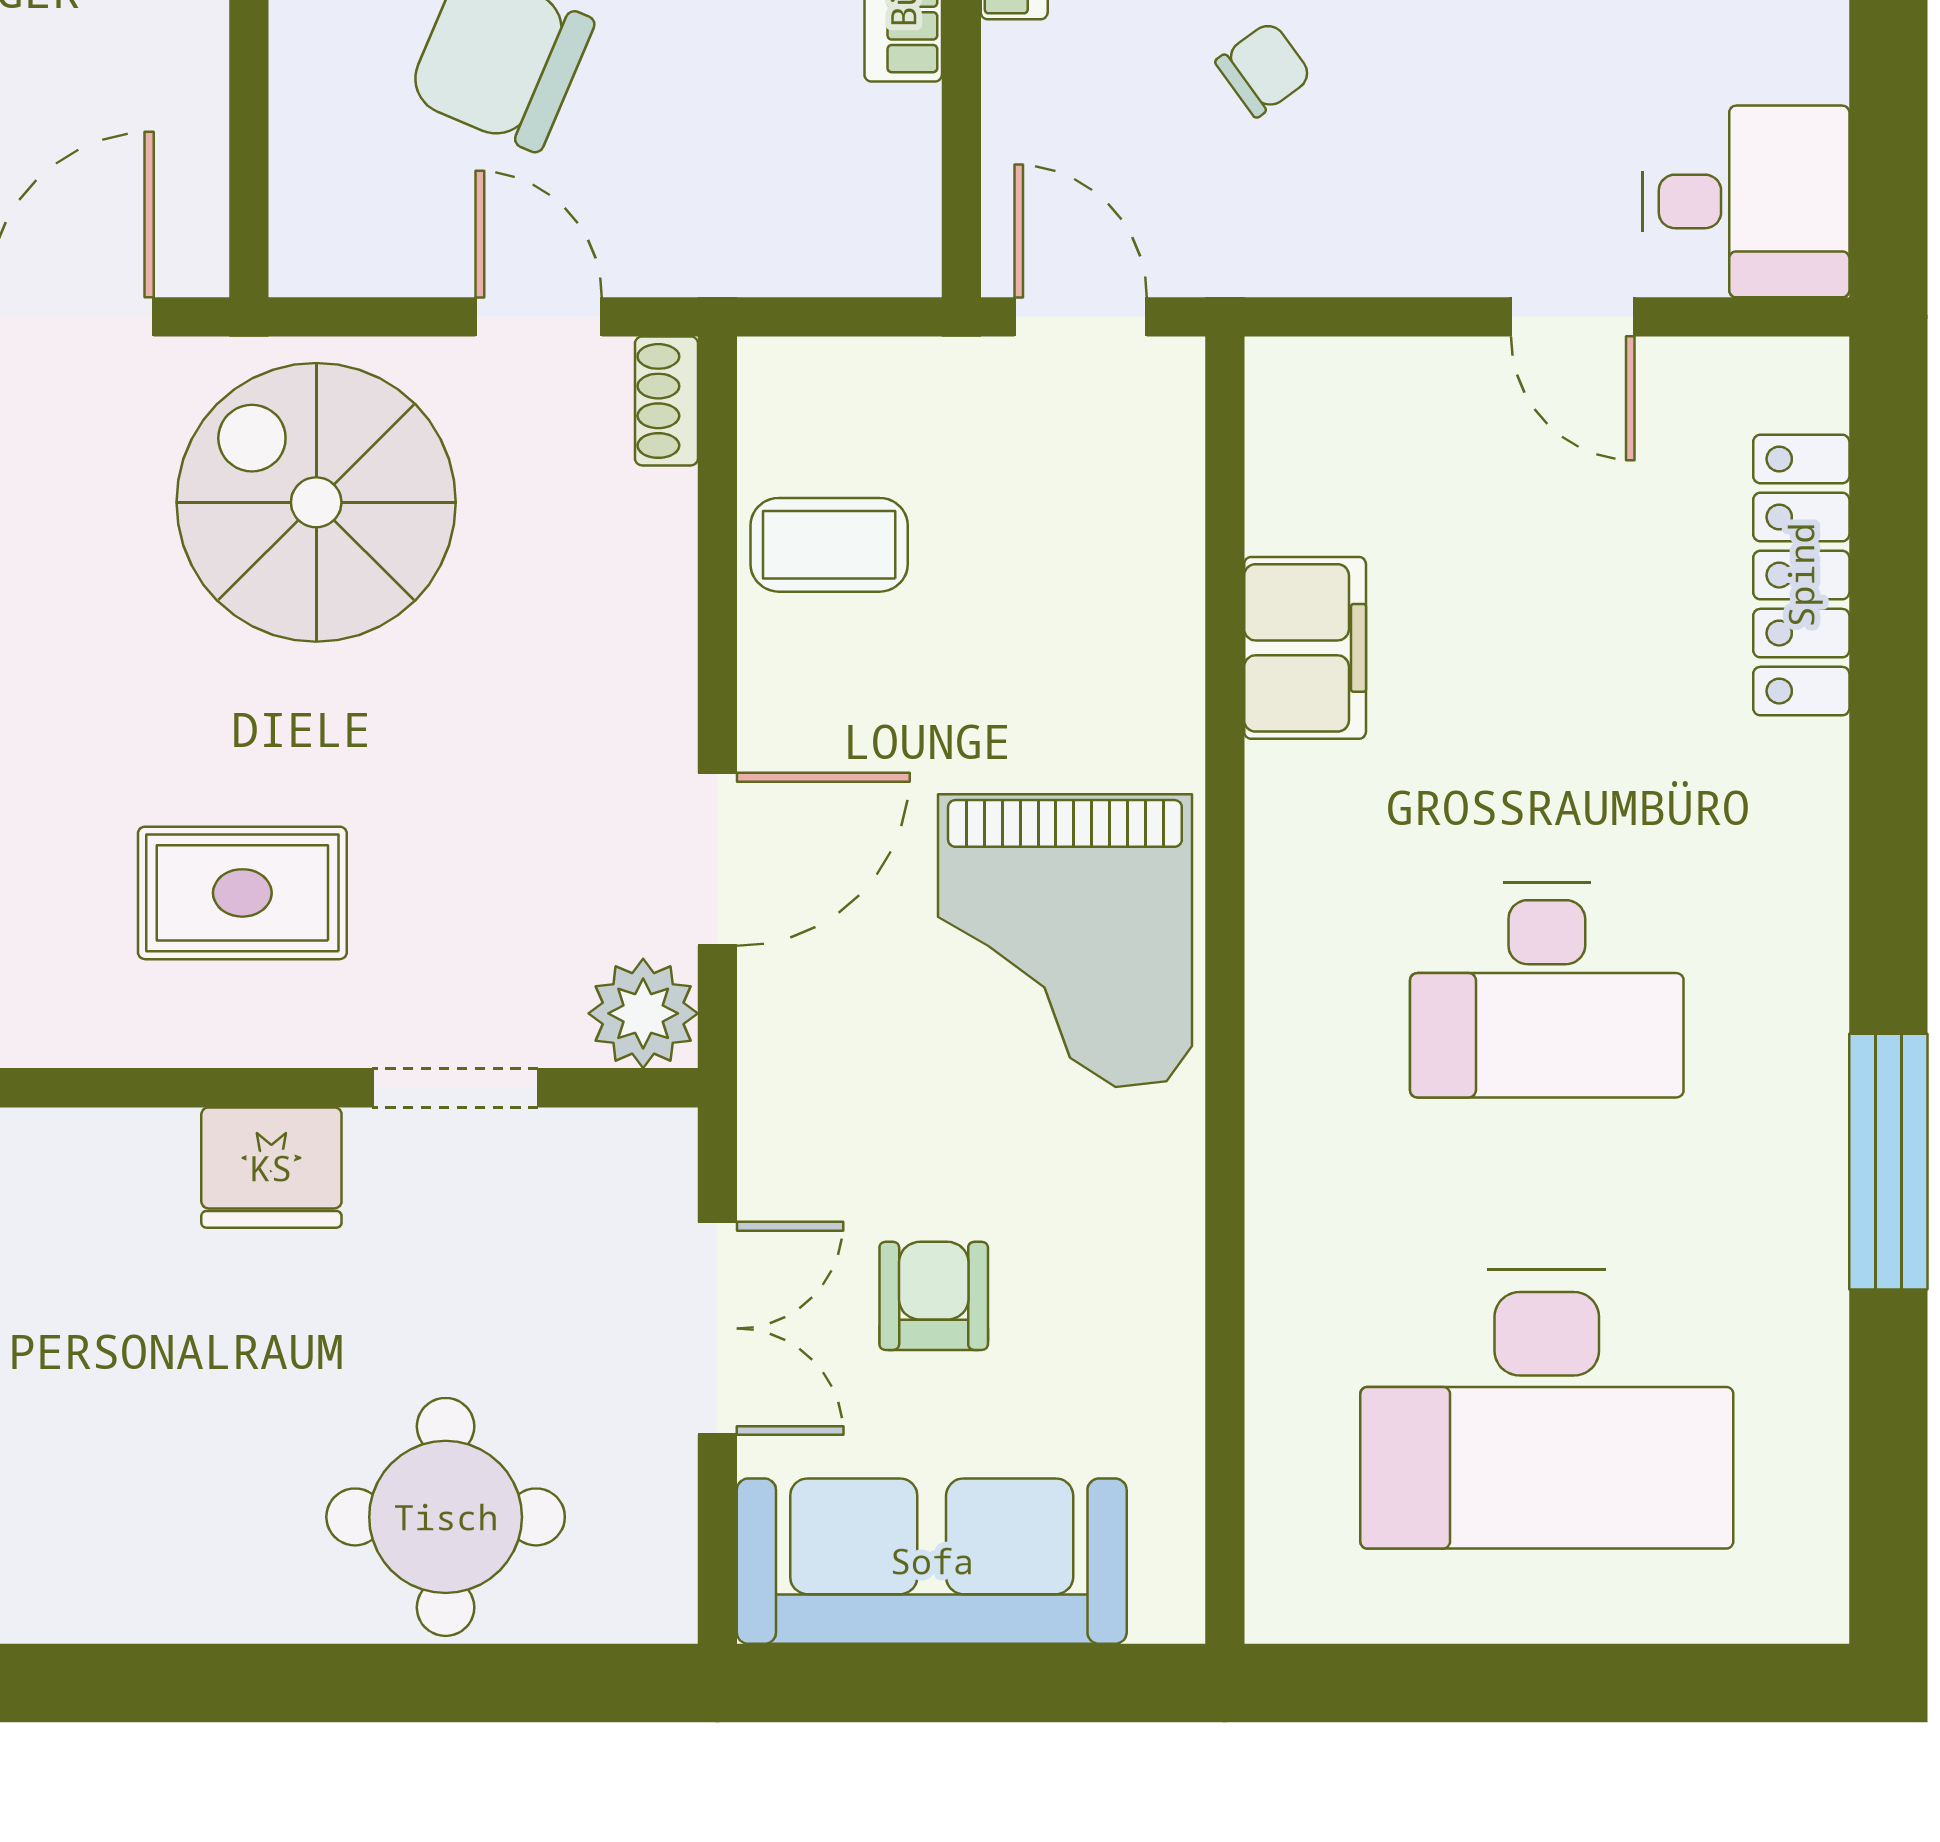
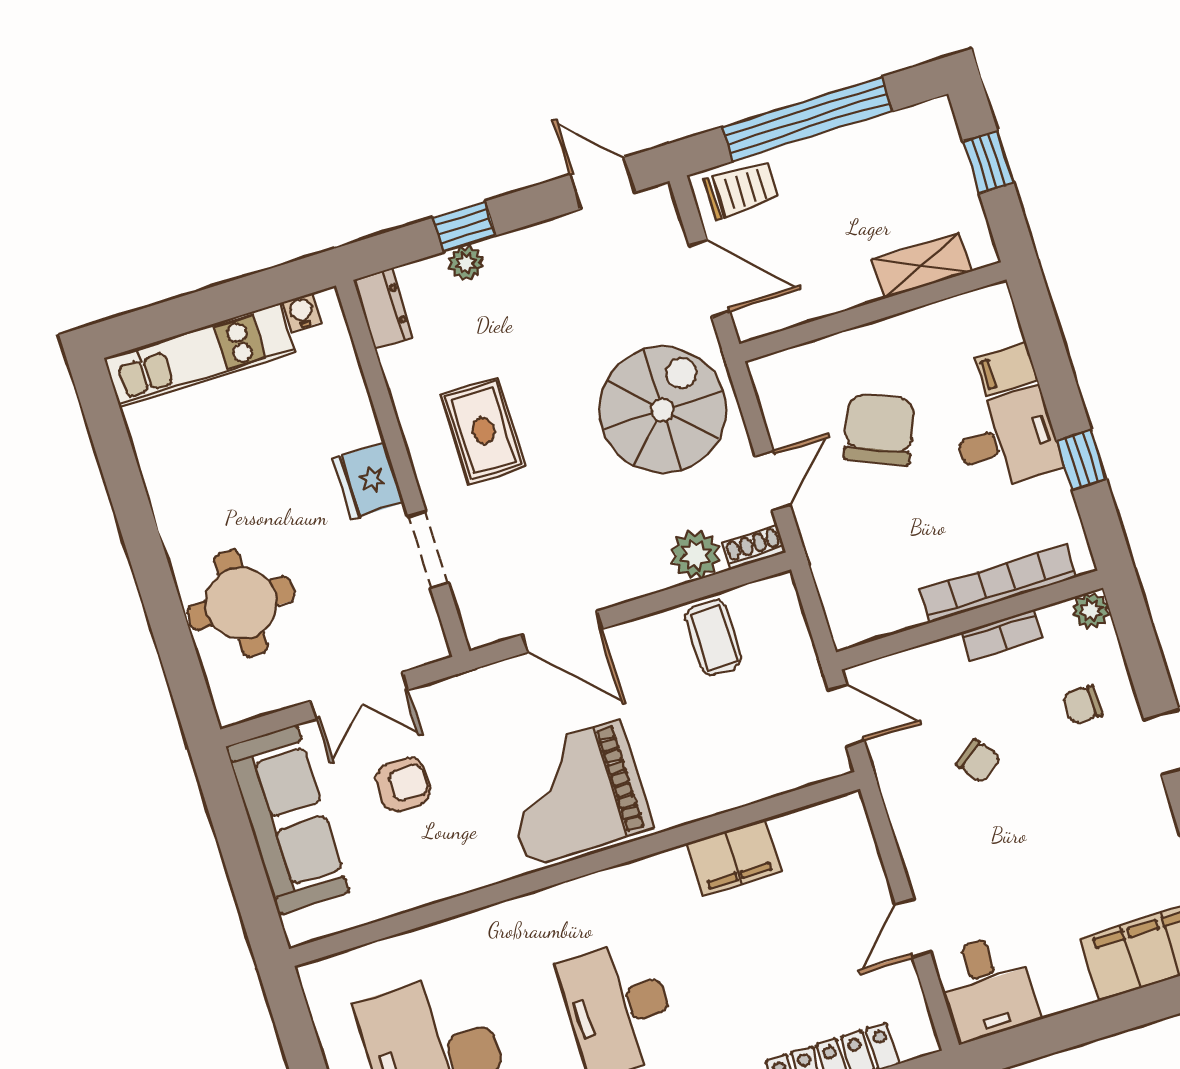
door: (1081, 317) -> (846, 715), hinge flipped
plant: (643, 1013) -> (696, 555), moved

